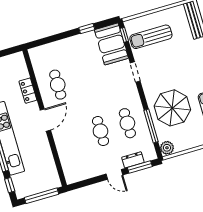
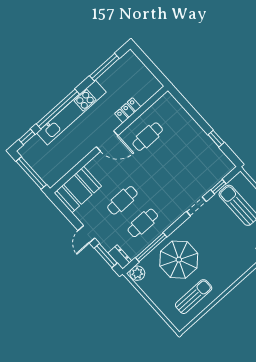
window: (124, 35) -> (218, 187), moved
booth: (111, 44) -> (78, 189), moved
dresser: (133, 160) -> (120, 257), moved

